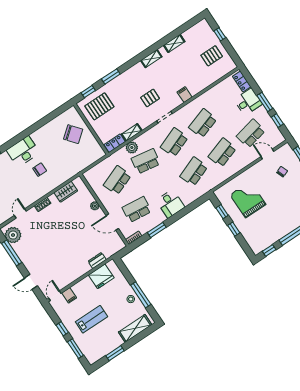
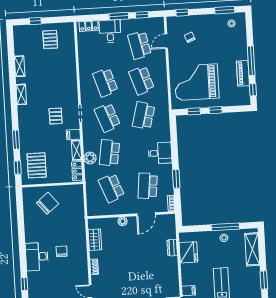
filing cabinet: (185, 95) -> (73, 135), moved
school desk: (194, 171) -> (144, 116), turned 36
grand piano: (248, 200) -> (197, 82), width x1.37, depth x1.48
piano: (278, 234) -> (243, 73), added

